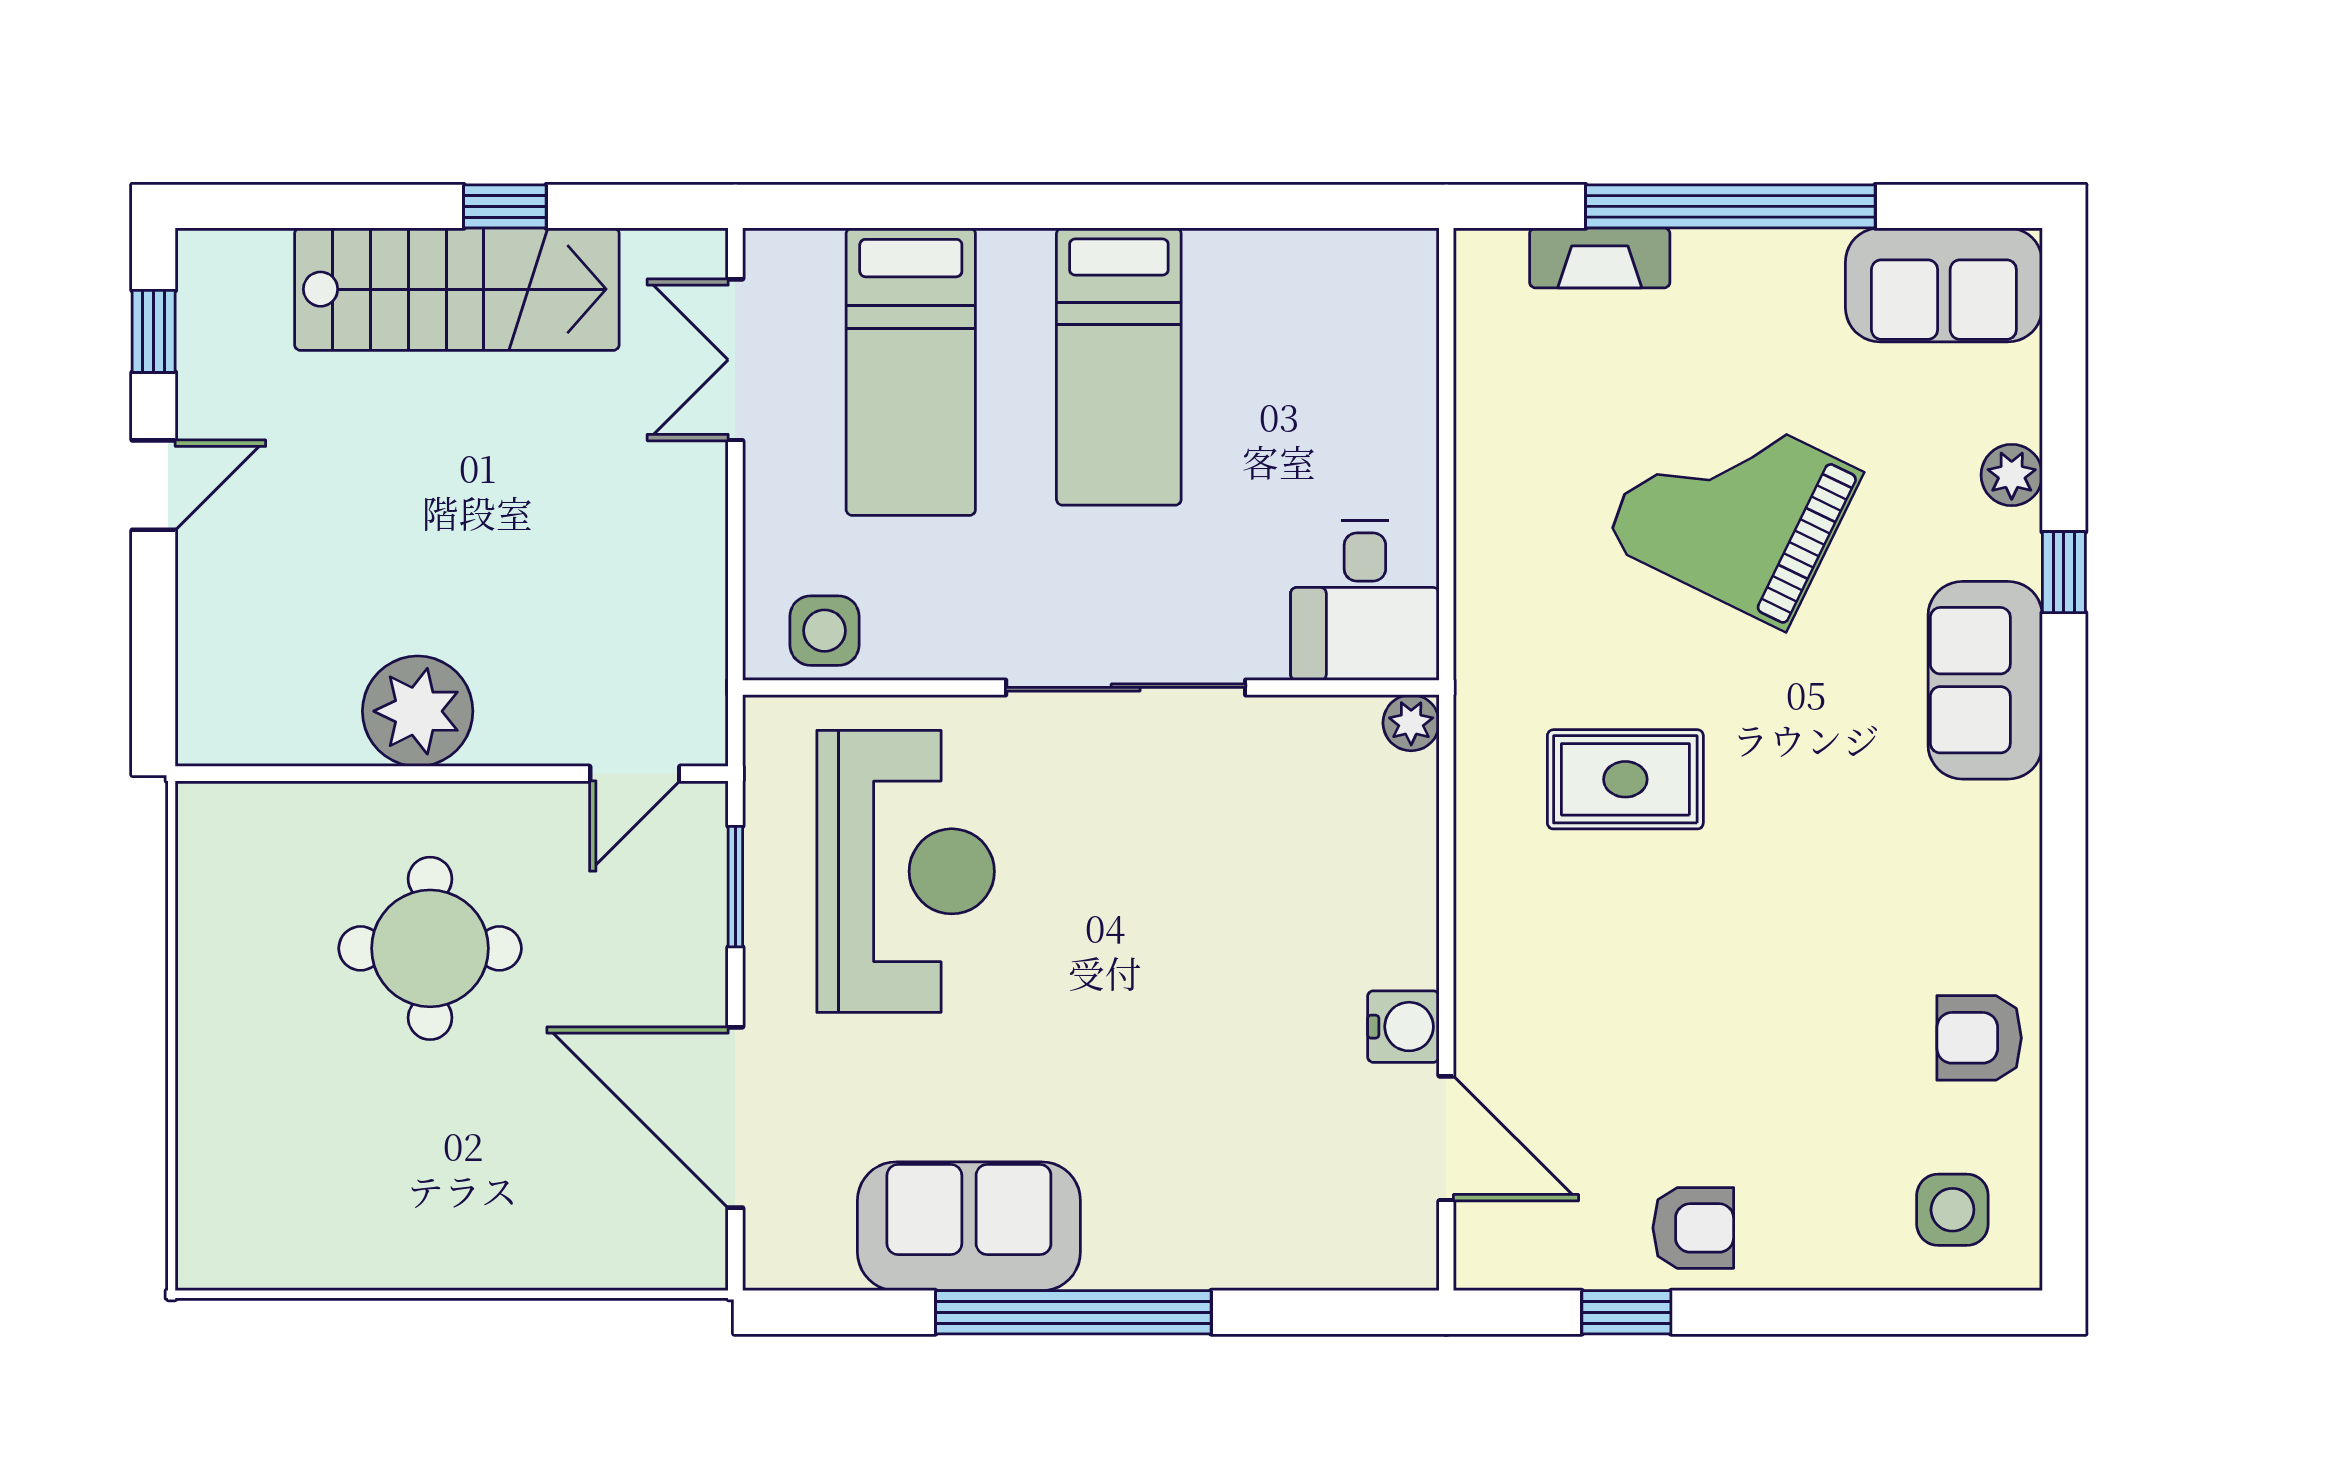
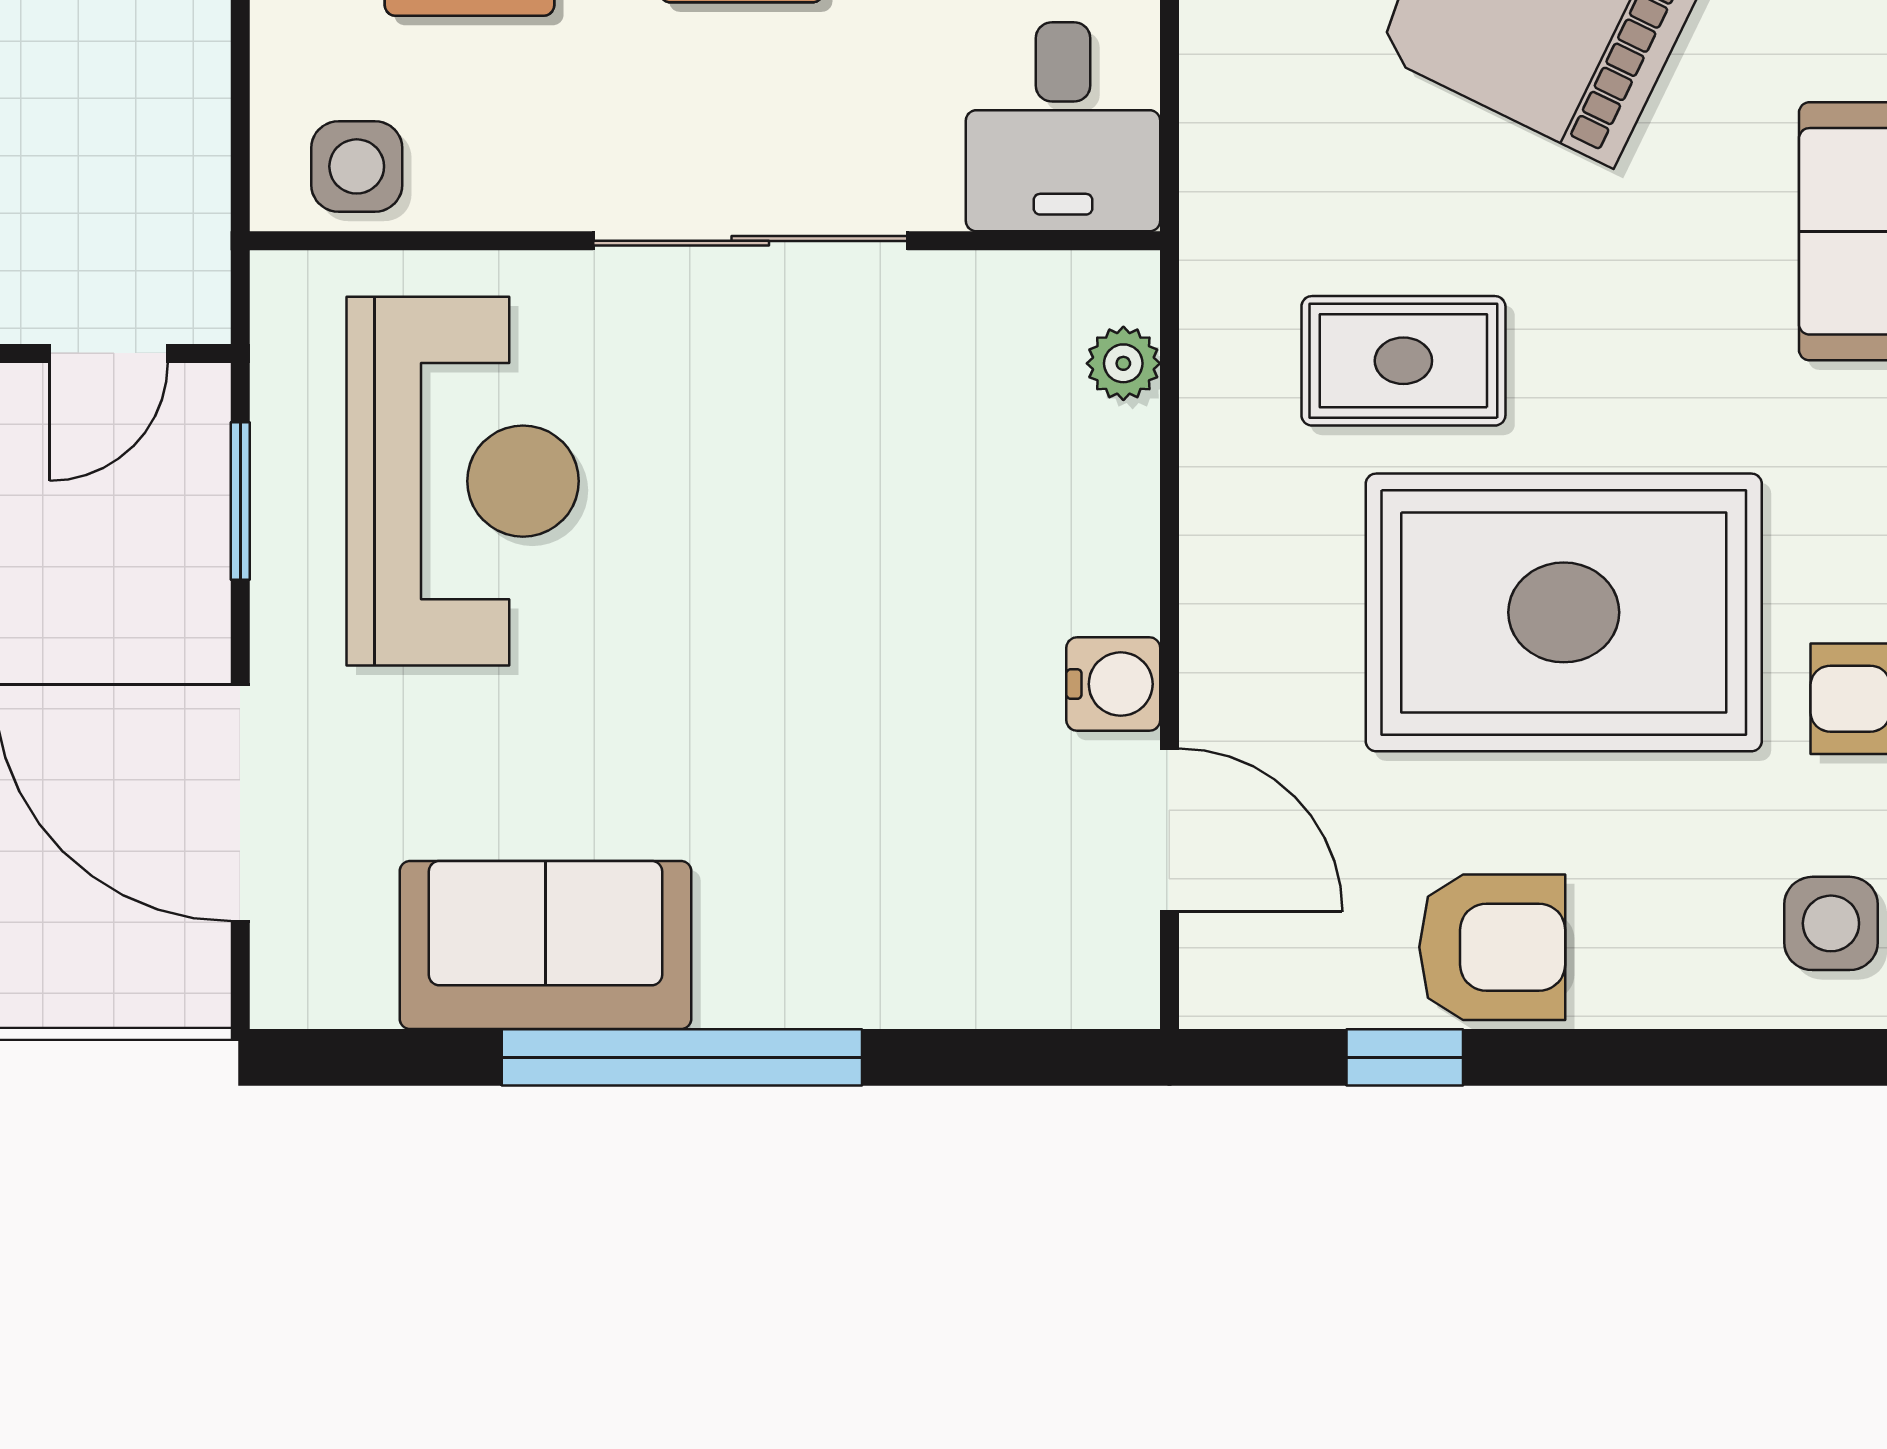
plant: (1411, 723) -> (1123, 363), moved
rug: (1748, 972) -> (1564, 612), added
armchair: (1693, 1228) -> (1492, 947), width x1.38, depth x1.38

